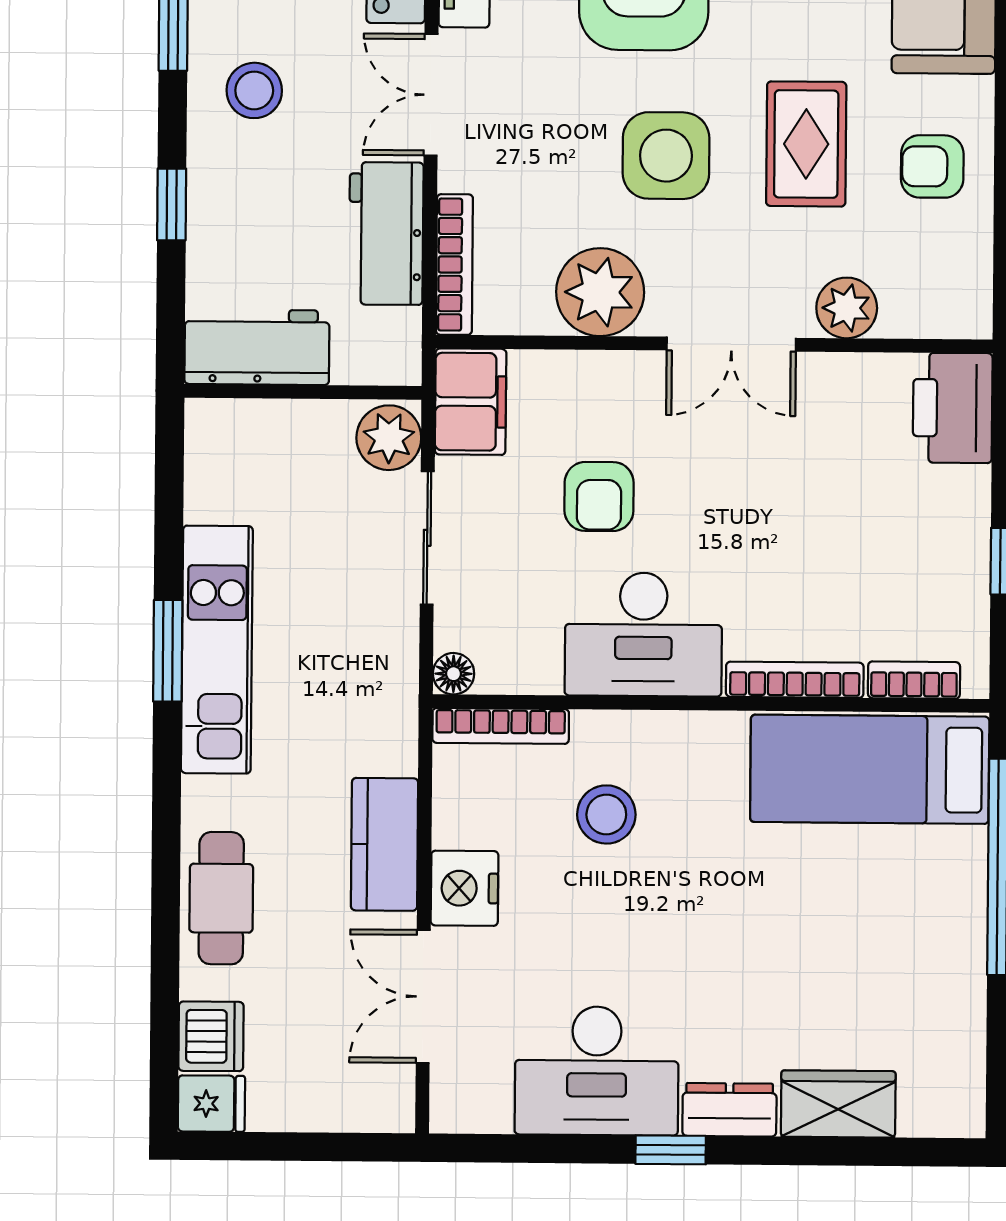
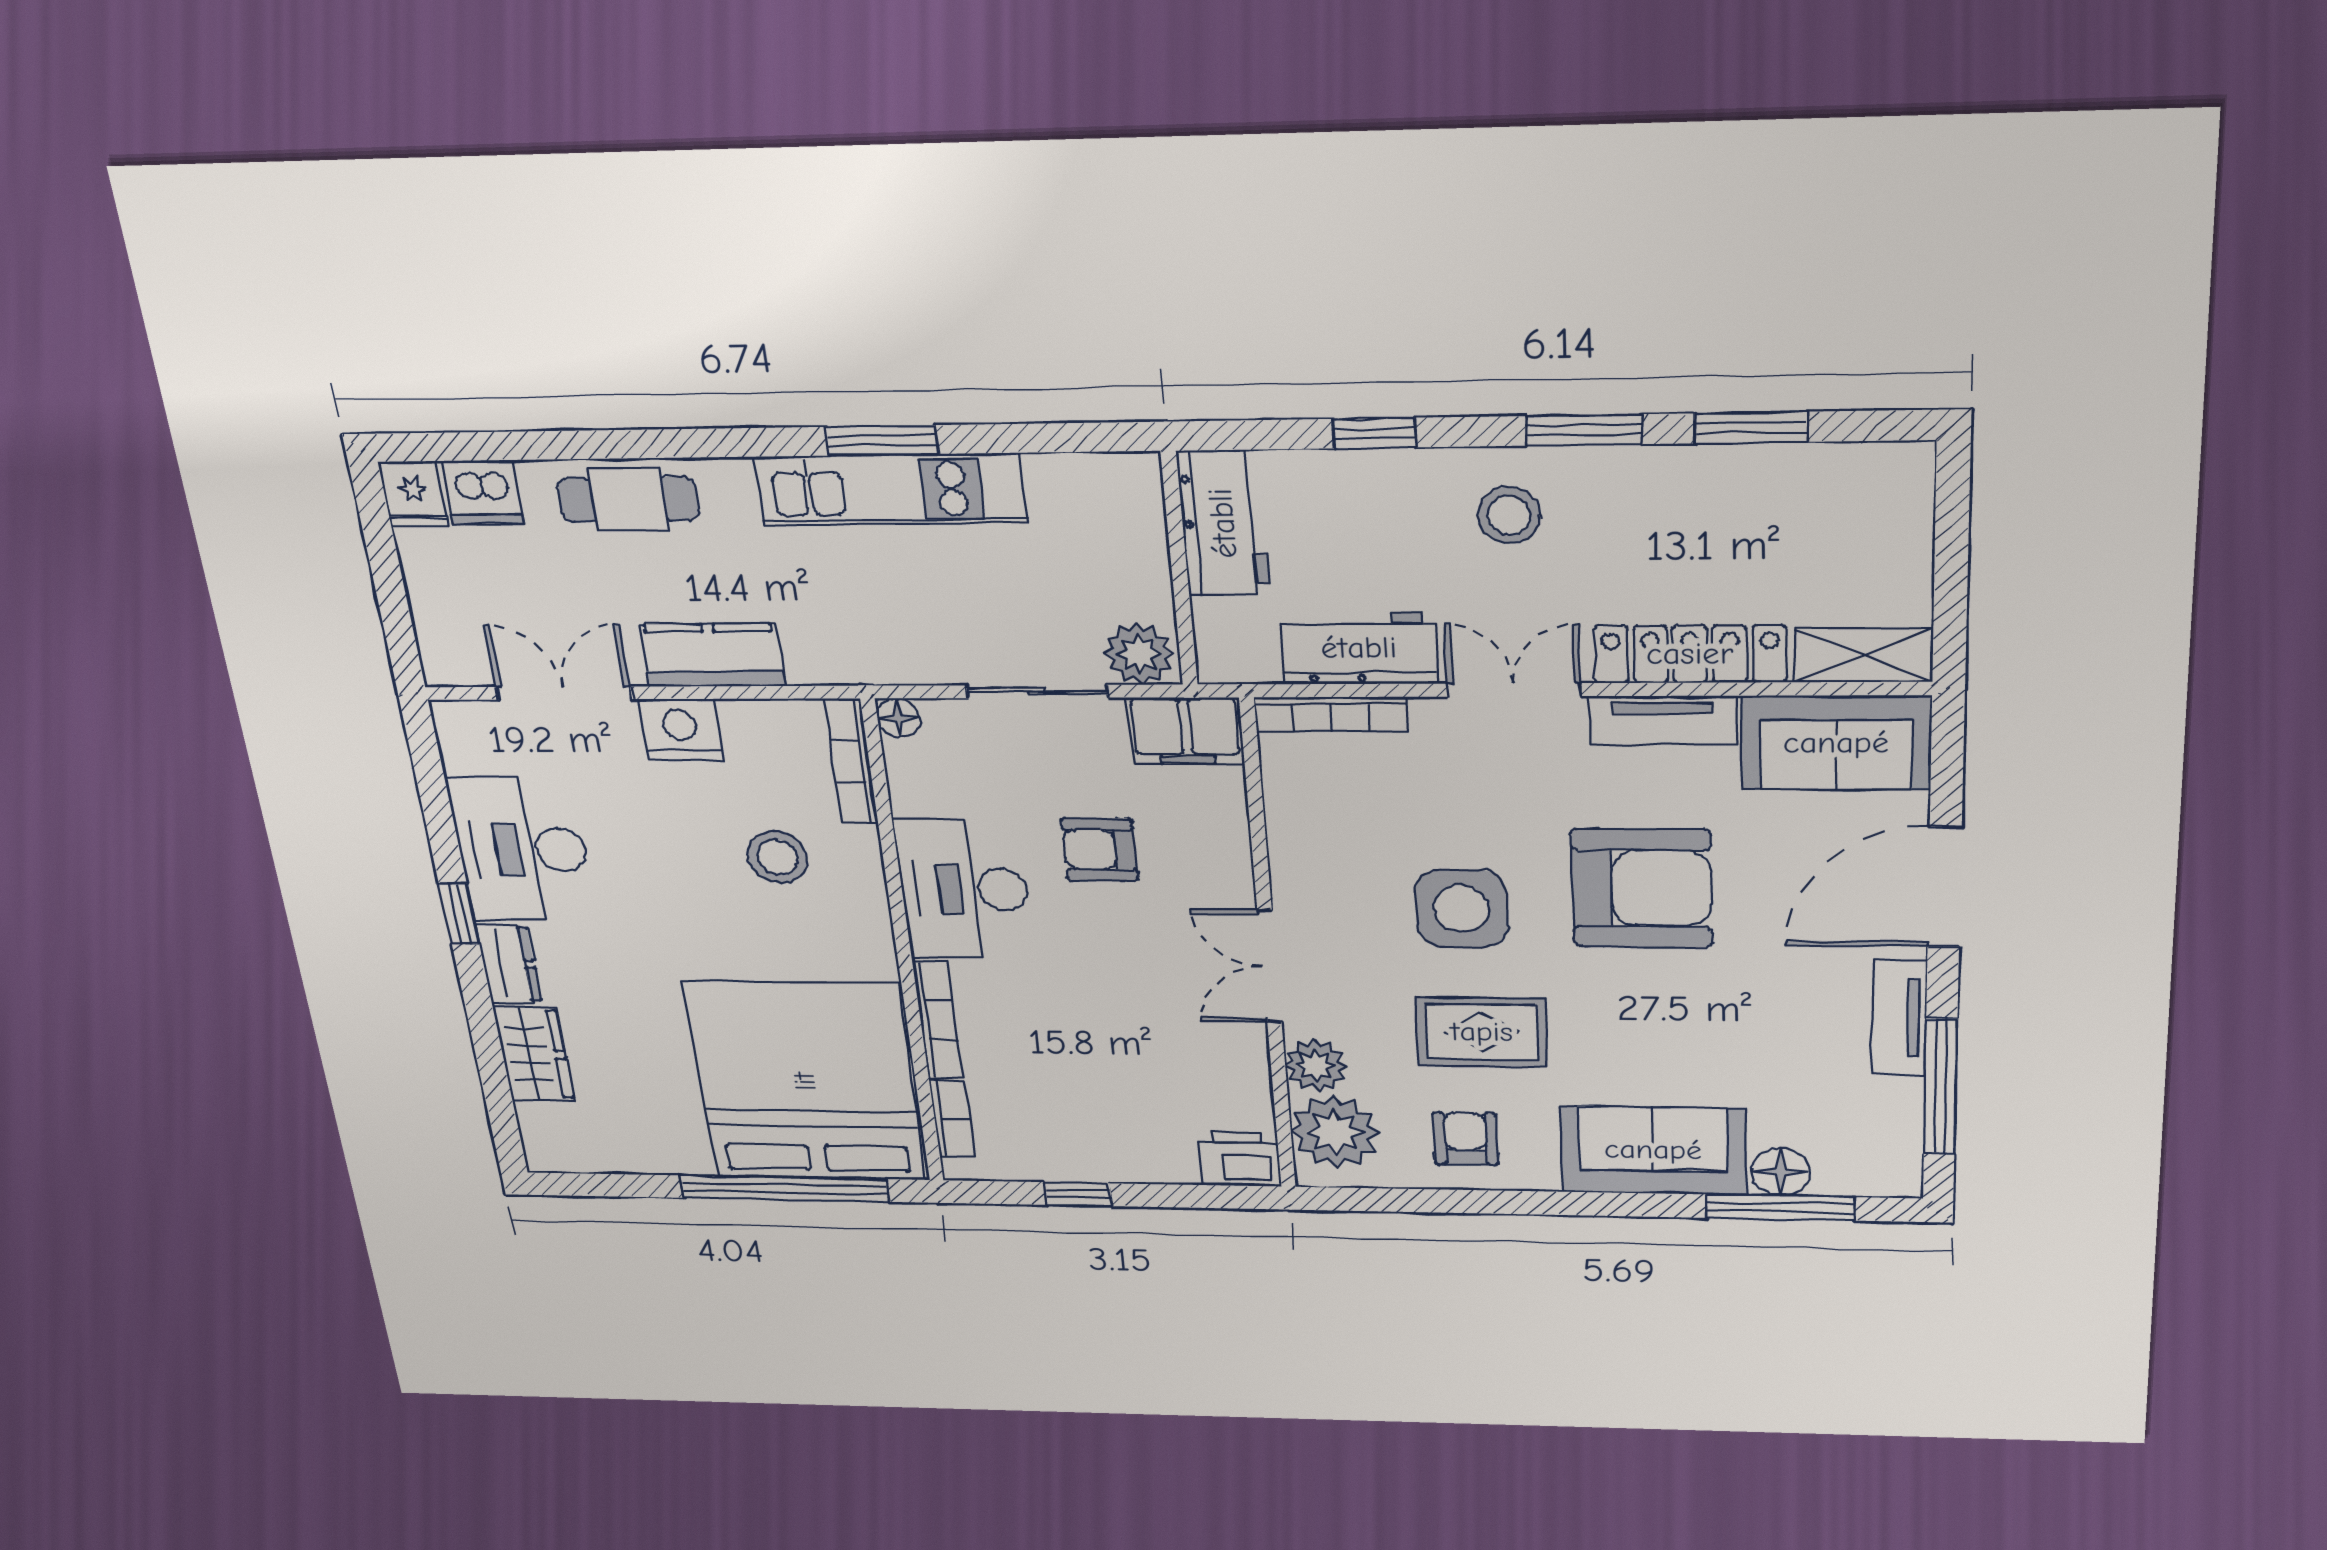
plant: (600, 292) -> (1335, 1132), moved
printer: (953, 408) -> (1239, 1159), width x0.73, depth x0.84
bed: (870, 769) -> (805, 1081), width x2.04

